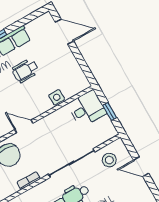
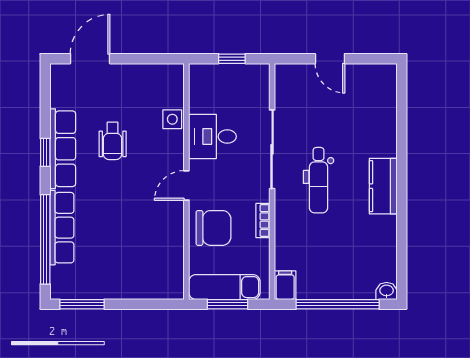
desk: (87, 109) -> (213, 136), moved, turned -90
stool: (109, 160) -> (297, 96), removed
door: (141, 167) -> (330, 59), hinge flipped

